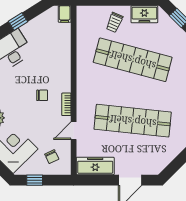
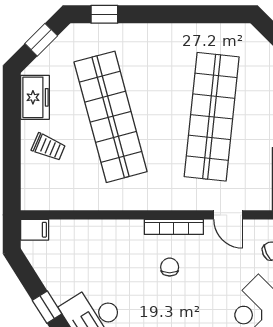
shop shelf: (133, 60) -> (111, 117), turned -30
bookcase: (66, 104) -> (174, 227), width x1.56

